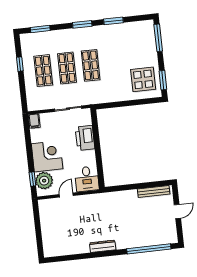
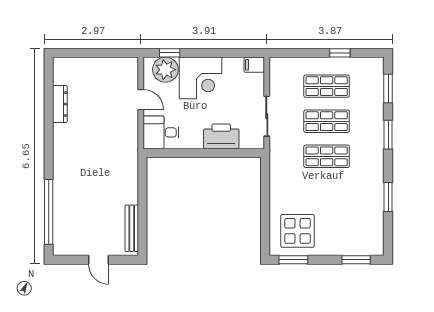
window: (82, 24) -> (388, 135), moved
window: (158, 38) -> (356, 260), width x0.69
dresser: (103, 246) -> (60, 104), moved

